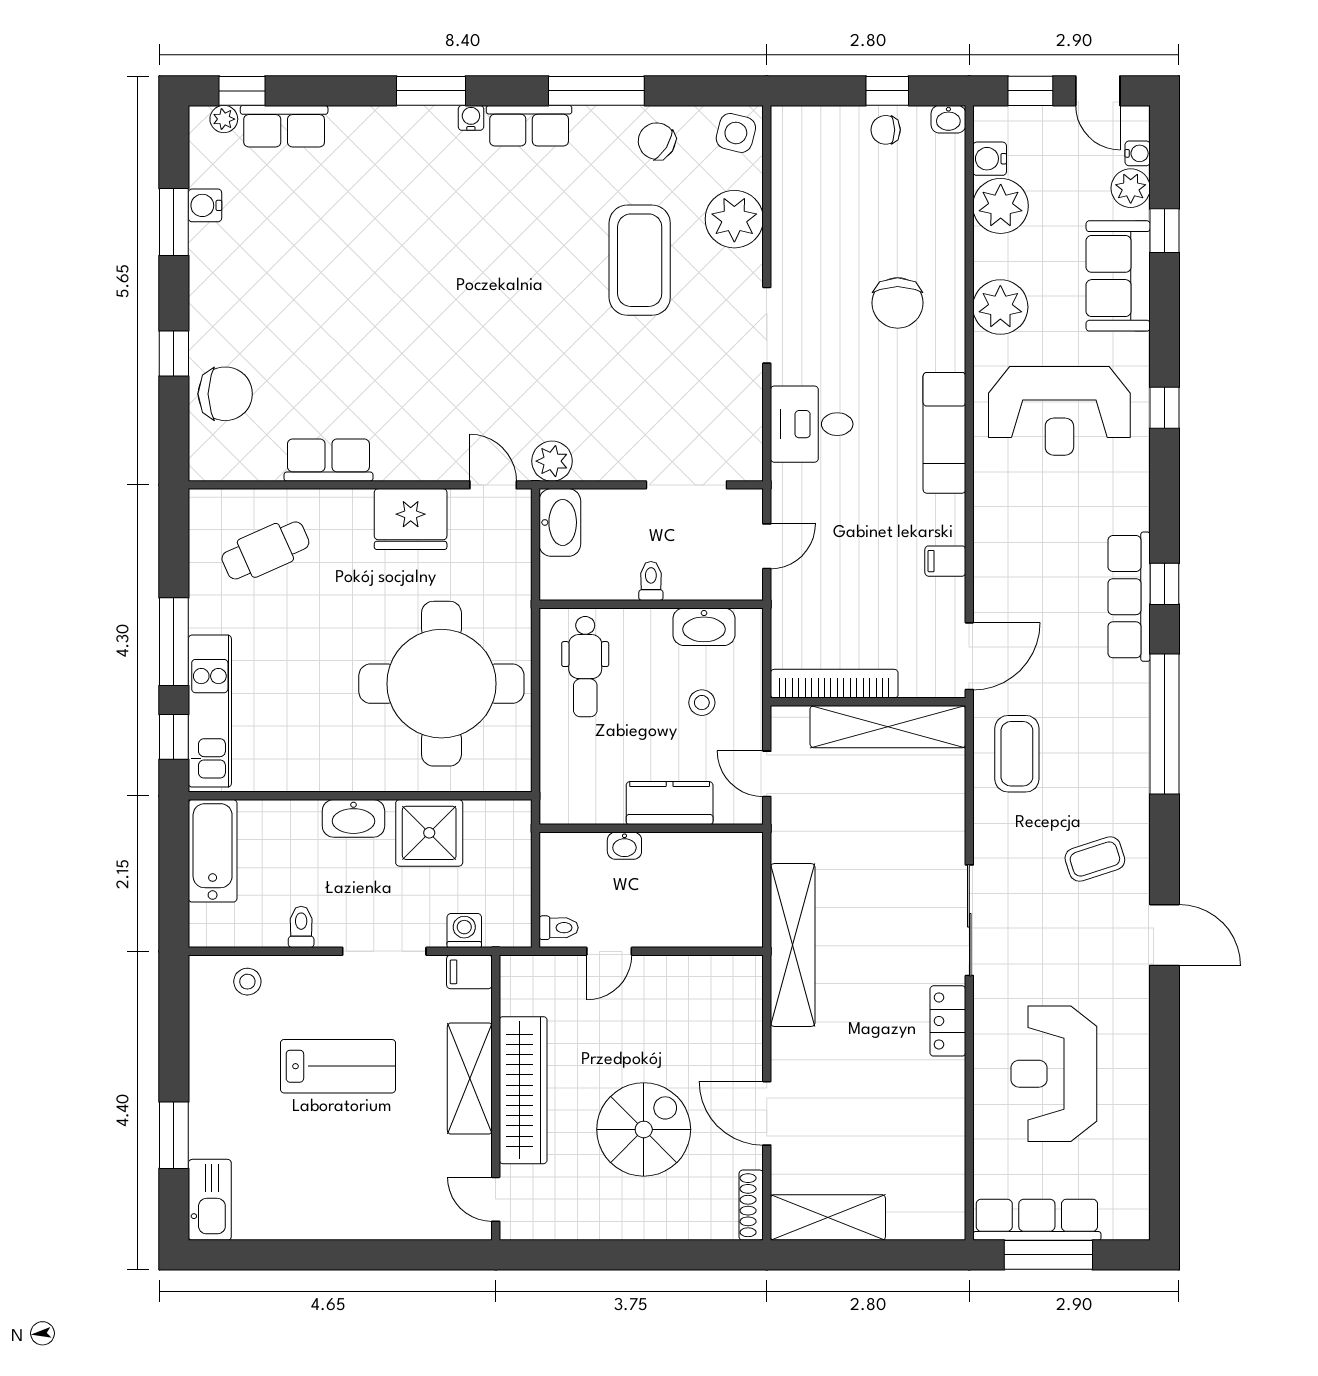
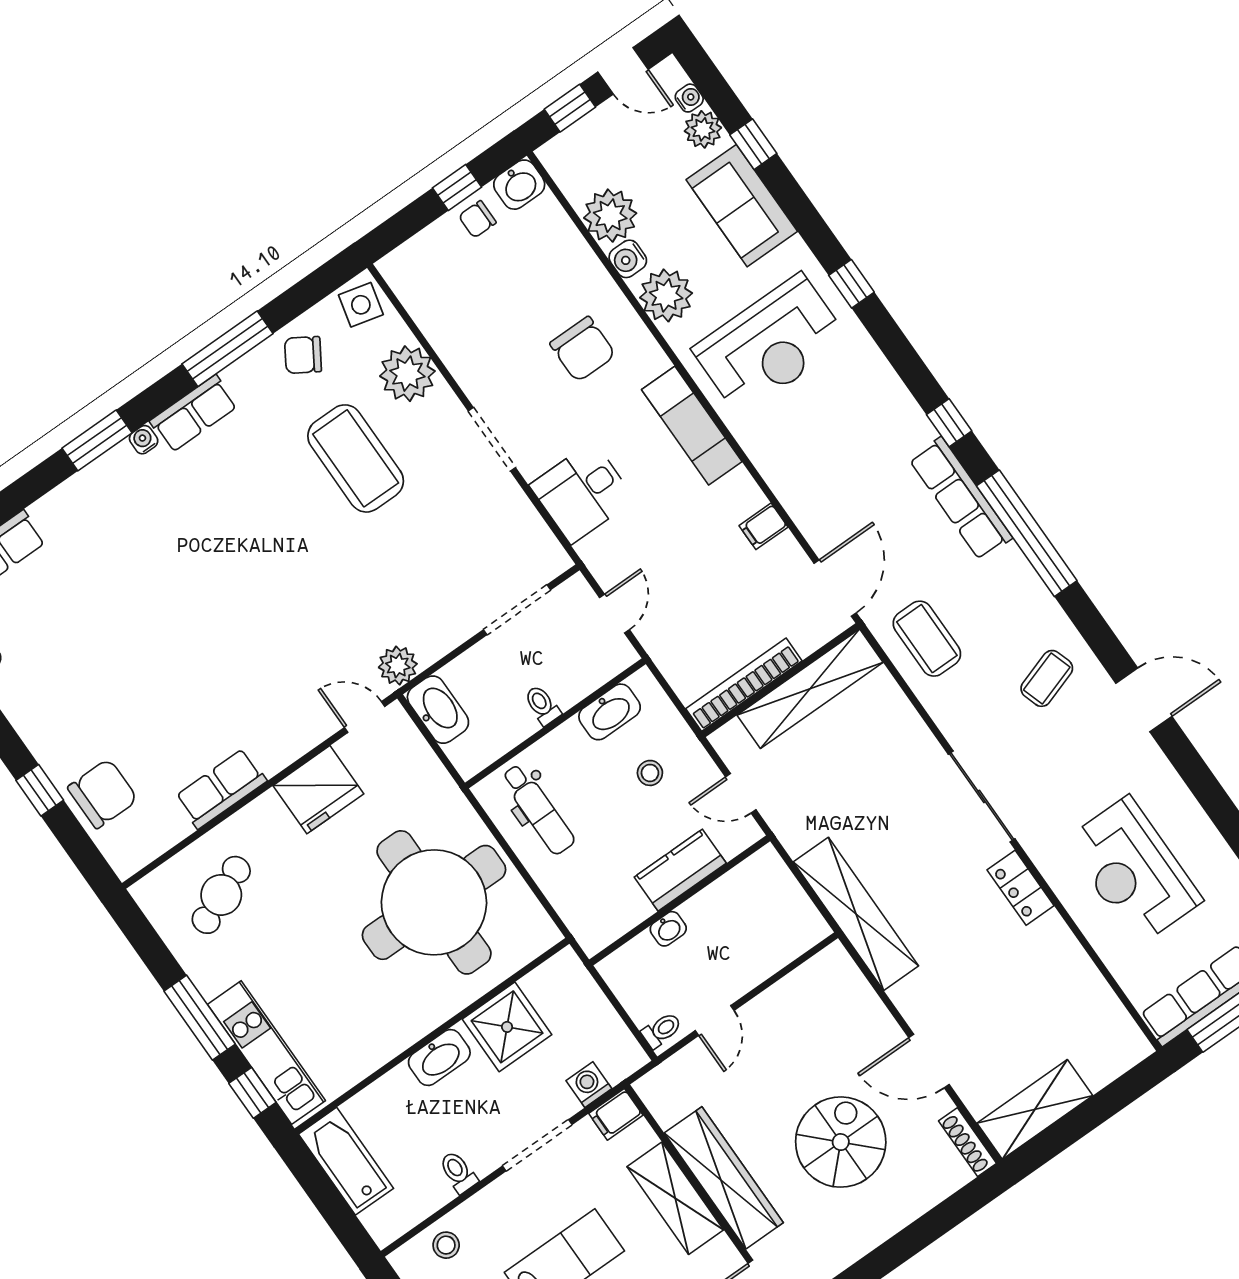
washbasin: (948, 119) -> (519, 185), width x1.38, depth x1.45
water cooler: (990, 159) -> (628, 259), moved
row of seats: (1129, 597) -> (961, 499), moved

